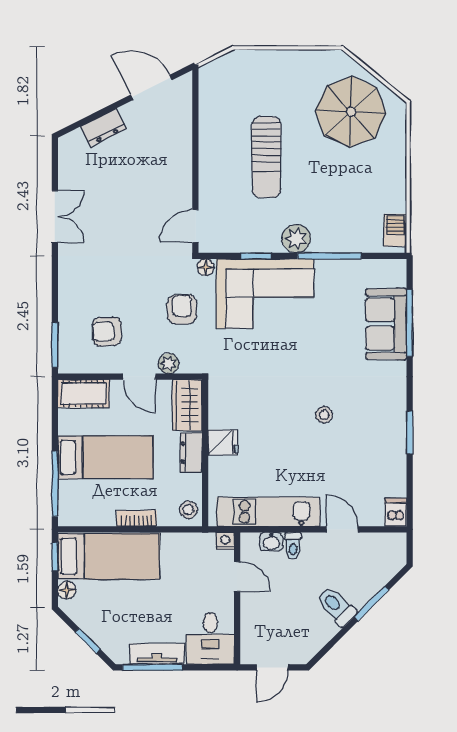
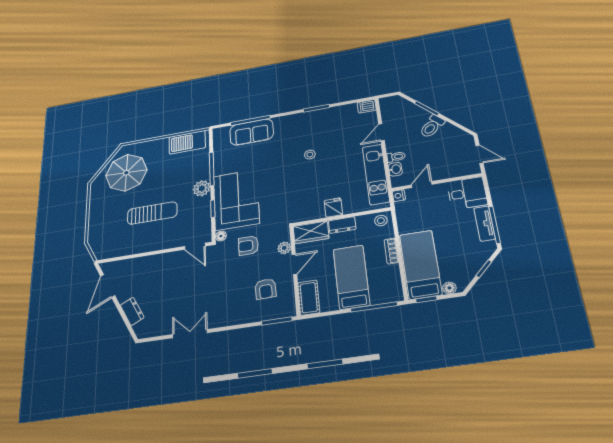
barbecue: (395, 230) -> (187, 142), width x1.88, depth x1.53

